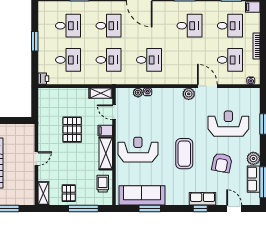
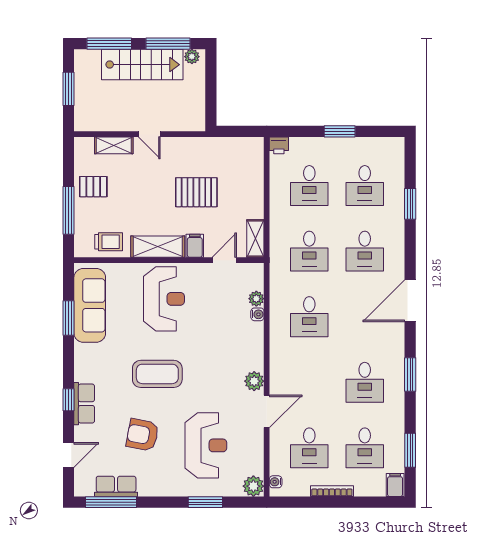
plant: (253, 158) -> (253, 486), moved
shelving: (43, 193) -> (114, 145), moved

